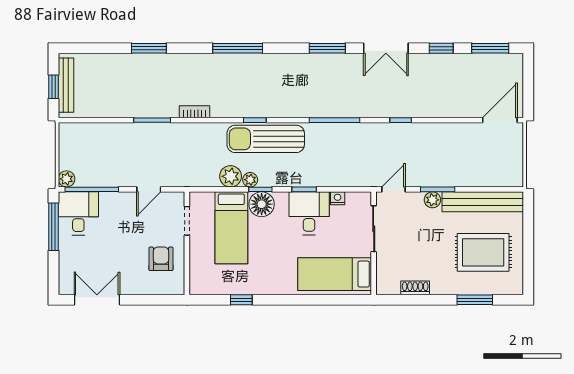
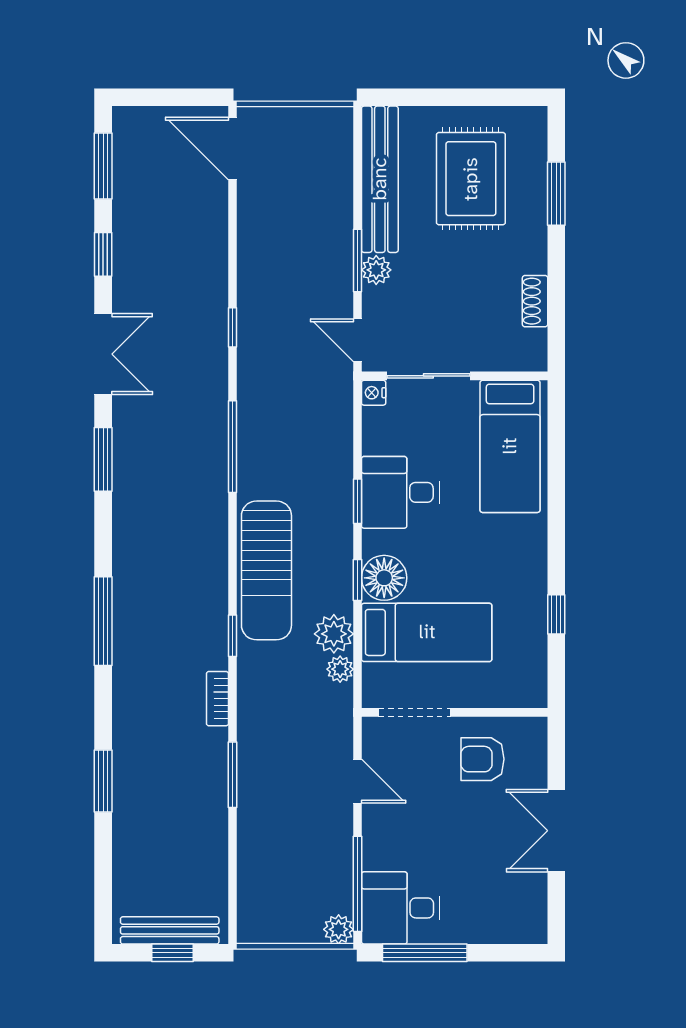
window: (255, 120) -> (233, 636), moved
plant: (250, 180) -> (340, 669), moved
nightstand: (338, 198) -> (374, 393), moved
doorway: (187, 221) -> (414, 712), width x1.38
double door: (97, 300) -> (556, 831), moved

